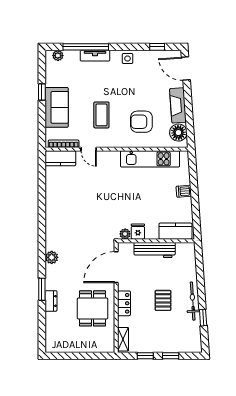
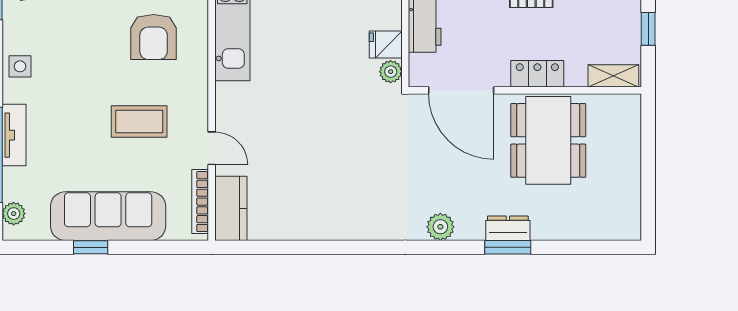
sofa: (57, 107) -> (108, 216), width x1.36
door: (89, 149) -> (212, 148), hinge flipped
dresser: (51, 301) -> (508, 228), moved
dining table: (92, 308) -> (548, 140), width x1.38

